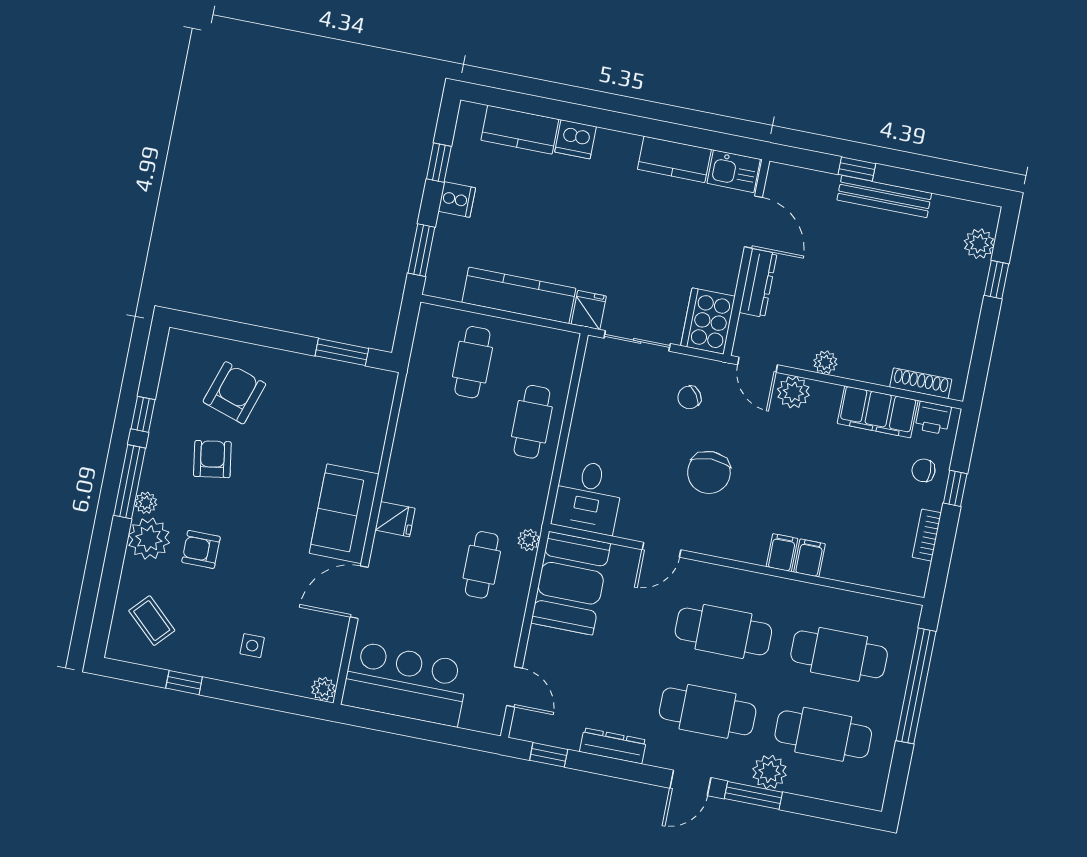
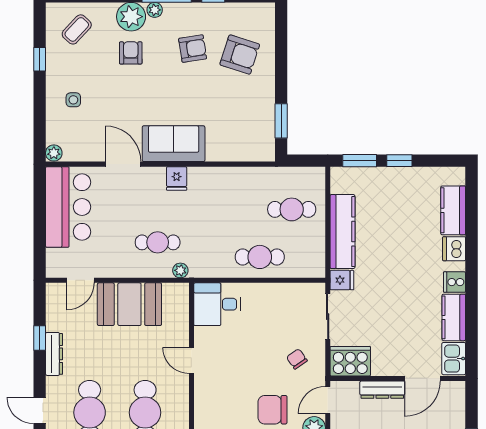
window: (439, 163) -> (399, 161), moved
cooker: (457, 200) -> (455, 282), moved, turned 90
chair: (709, 472) -> (272, 410), moved
booth: (571, 583) -> (129, 304), moved
window: (549, 755) -> (40, 338), moved

